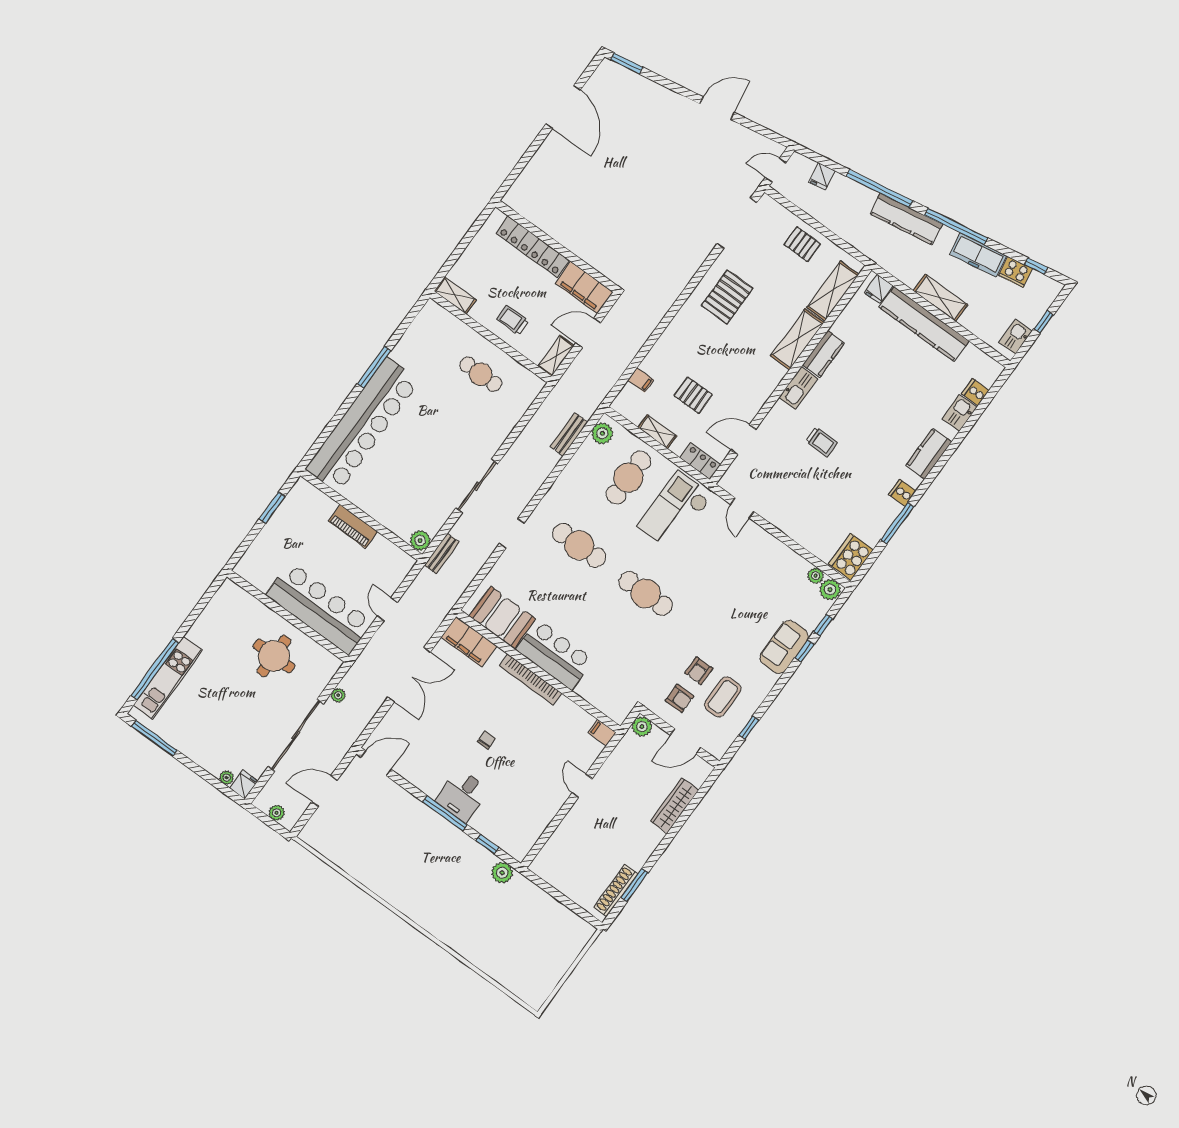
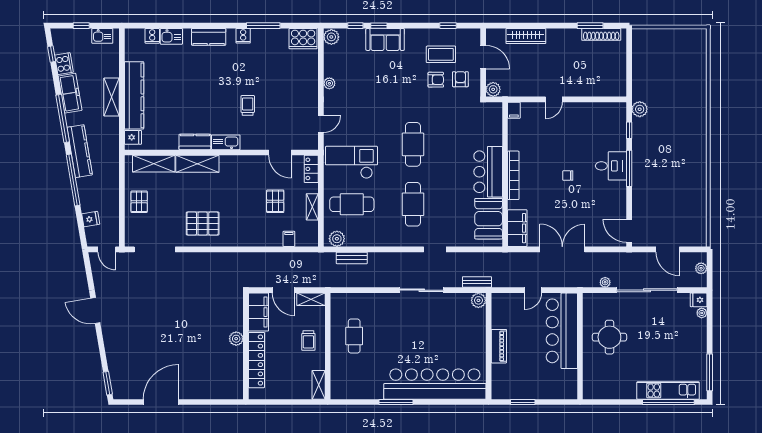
plant: (573, 241) -> (236, 339), added
checkout: (675, 511) -> (351, 162), turned 180
plant: (816, 576) -> (329, 83), moved

